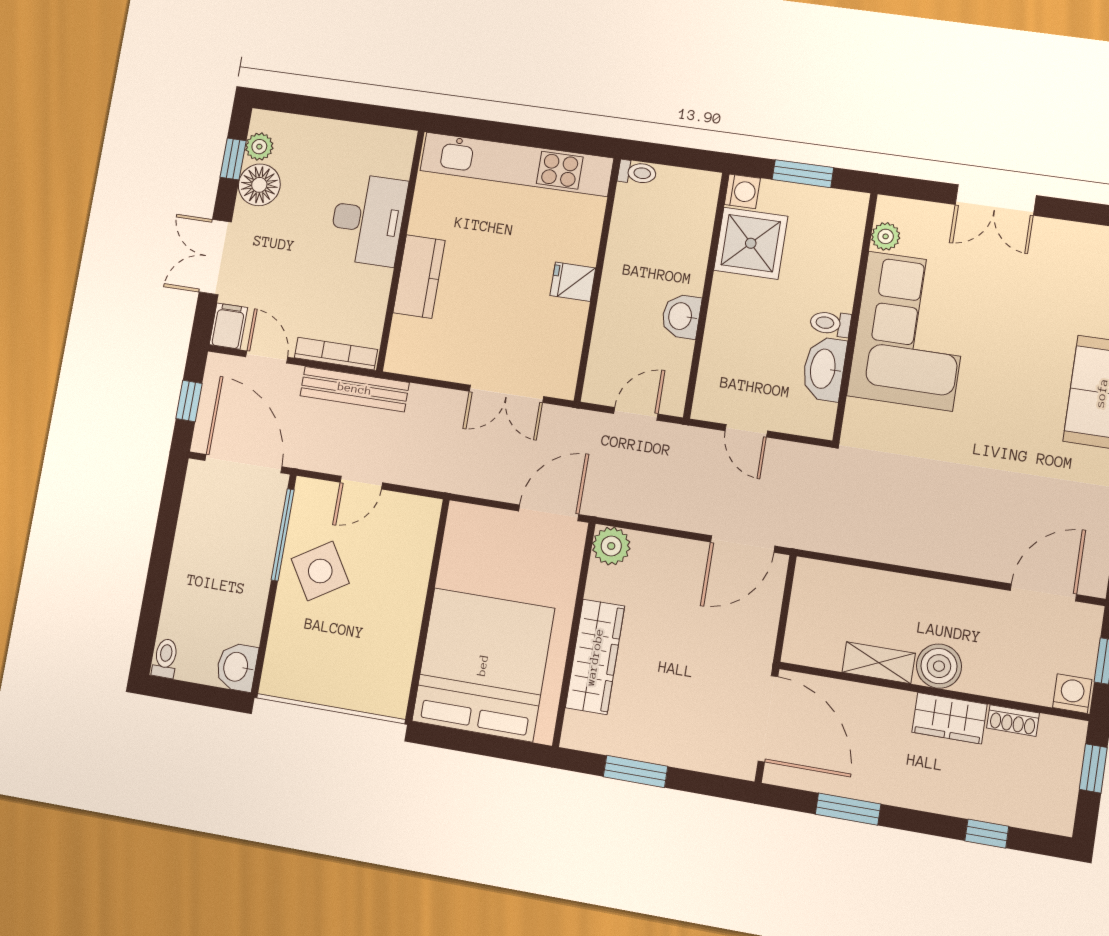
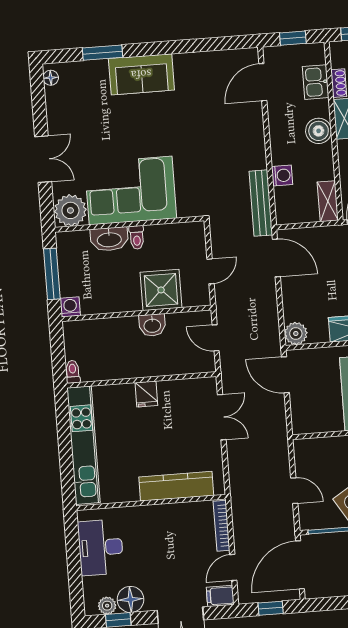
window: (803, 174) -> (52, 274), width x1.44
desk: (368, 220) -> (101, 547), moved, turned -90
plant: (886, 236) -> (70, 210), width x1.88, depth x1.88
shower: (751, 243) -> (161, 290), moved
kitchen counter: (419, 277) -> (176, 486), width x1.50
washbasin: (824, 369) -> (109, 239), moved
bench: (355, 389) -> (261, 203), moved
door: (1043, 593) -> (263, 82), hinge flipped
shelving: (879, 663) -> (328, 201), moved
kitchen sink: (1024, 682) -> (316, 82), added
washing machine: (1072, 694) -> (282, 175), moved, turned 180

